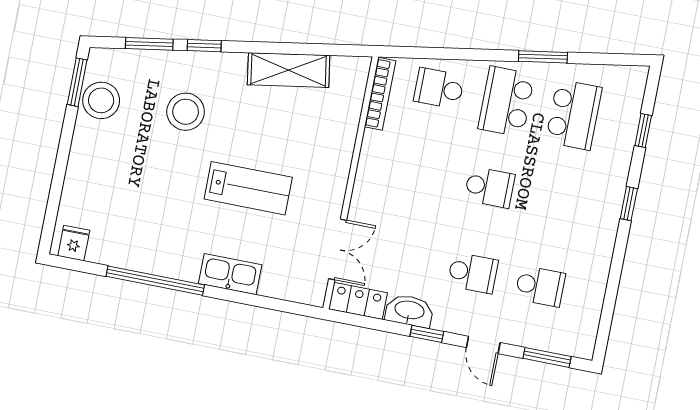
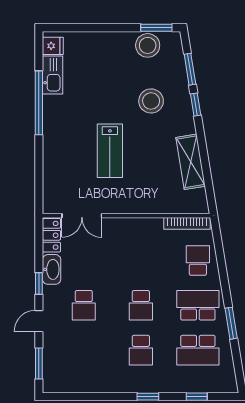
kitchen sink: (230, 274) -> (53, 75), moved
school desk: (540, 286) -> (141, 350), moved

